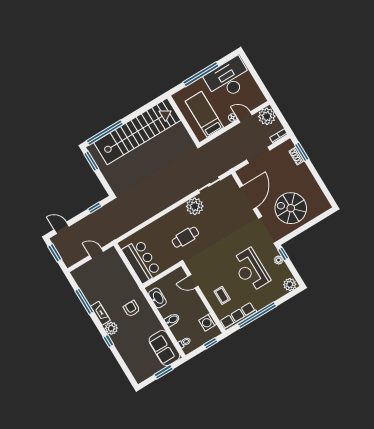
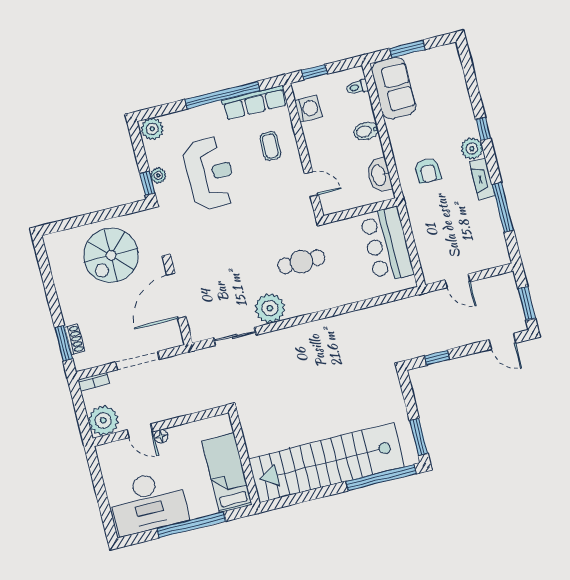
bed: (204, 114) -> (227, 473), moved, turned 180
spiral stairs: (291, 208) -> (111, 255), turned 90

